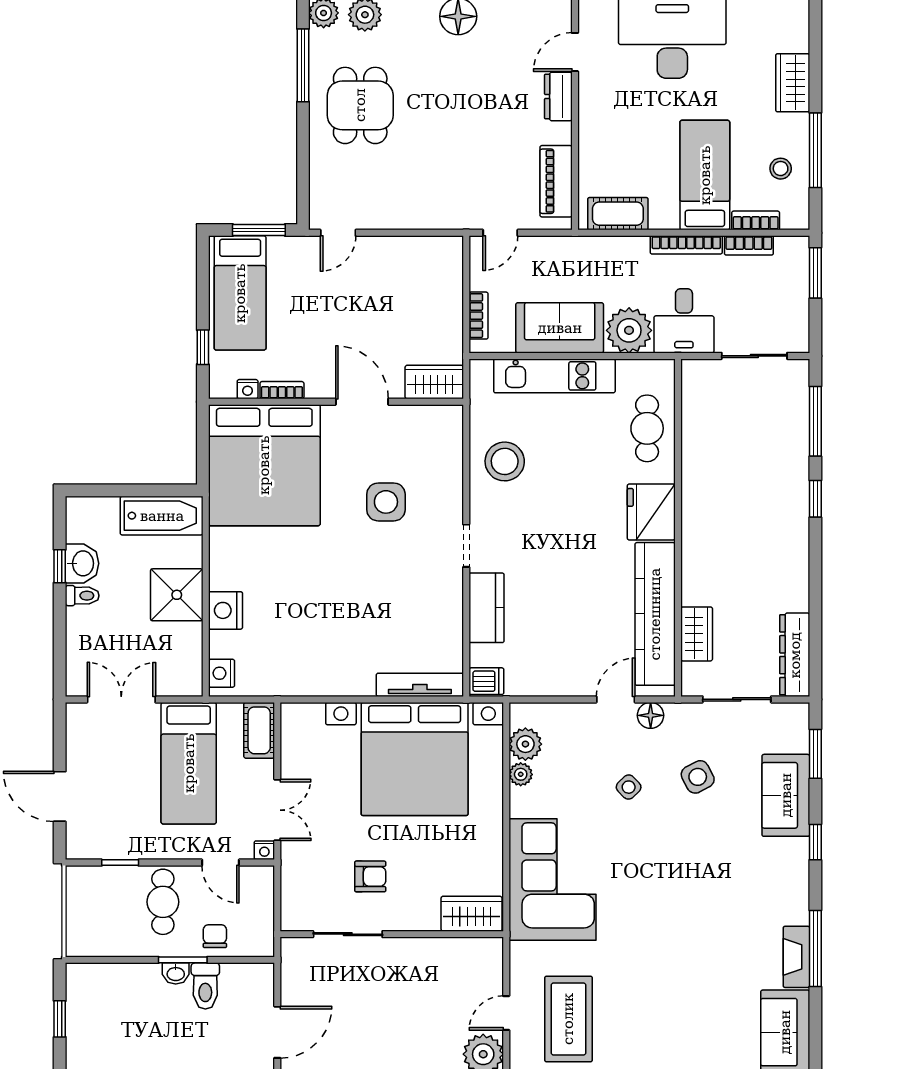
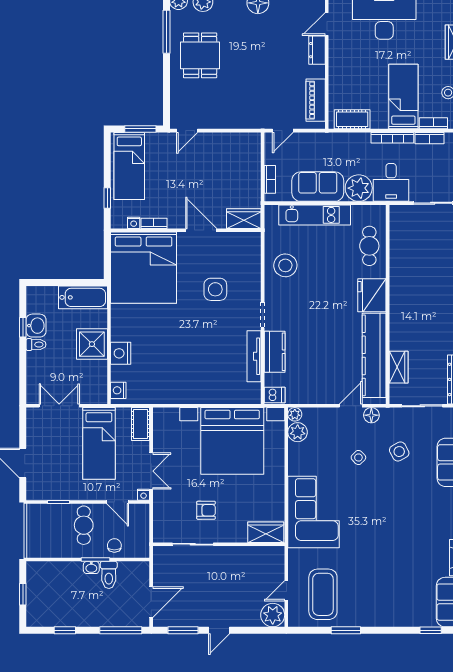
tv unit: (420, 685) -> (254, 356), moved, turned -90
plant: (521, 774) -> (295, 414), moved

